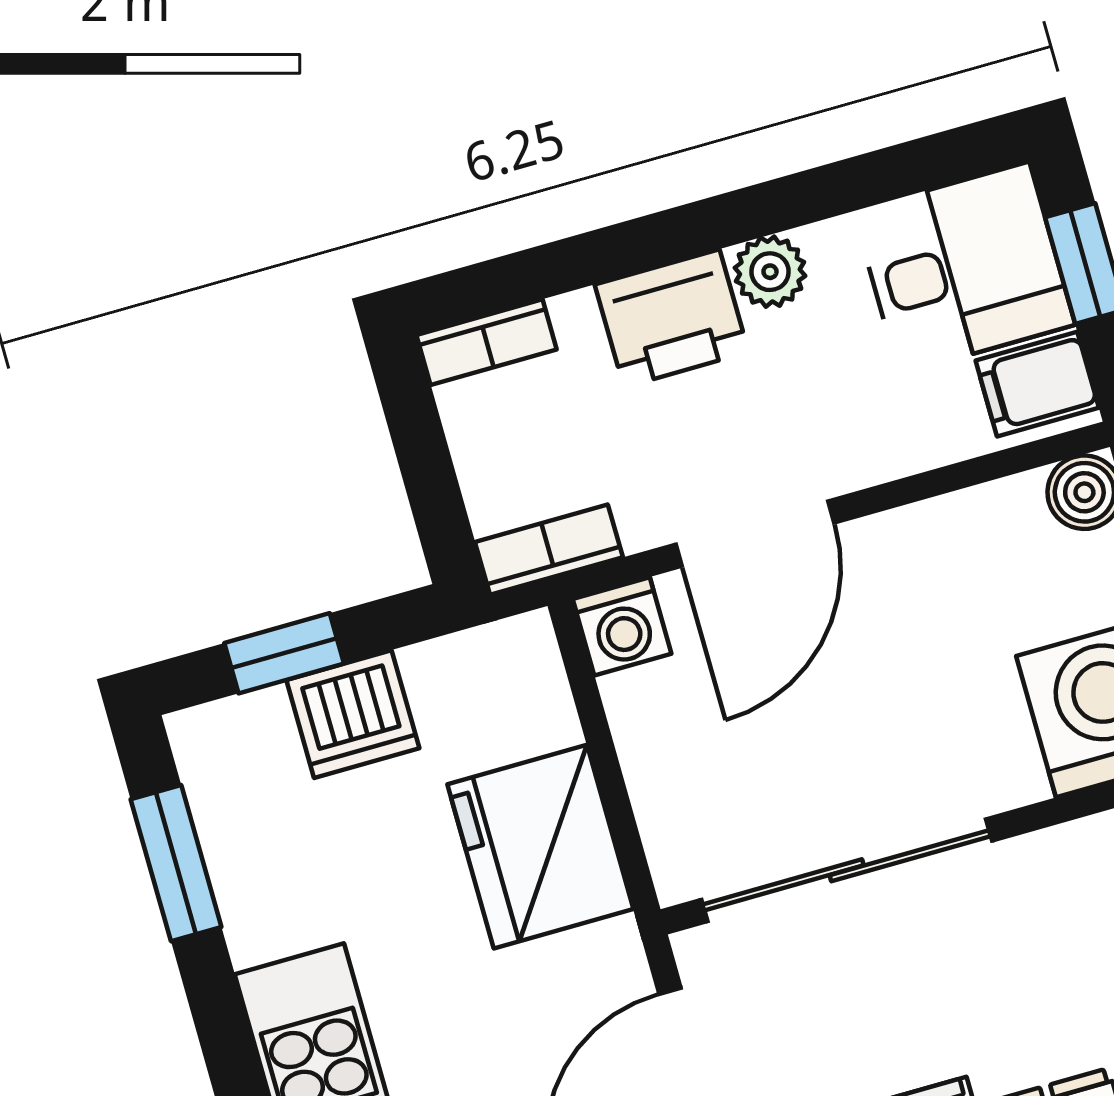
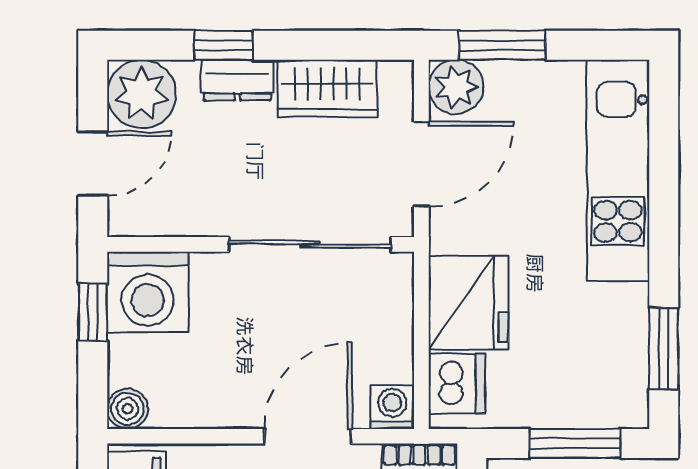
window: (284, 653) -> (575, 443), width x1.50
dishwasher: (353, 714) -> (457, 384), moved, turned 90

